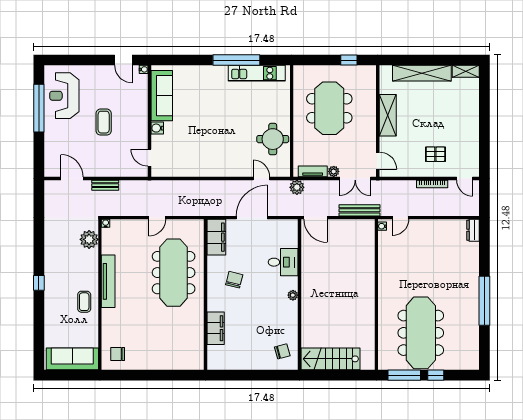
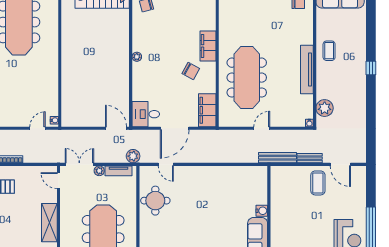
coffee table: (104, 122) -> (318, 183), moved
door: (149, 158) -> (269, 183), removed
bench: (359, 210) -> (277, 158), moved
desk: (283, 262) -> (146, 114), moved
chair: (234, 280) -> (191, 71), turned -75
filing cabinet: (216, 328) -> (208, 46), moved

